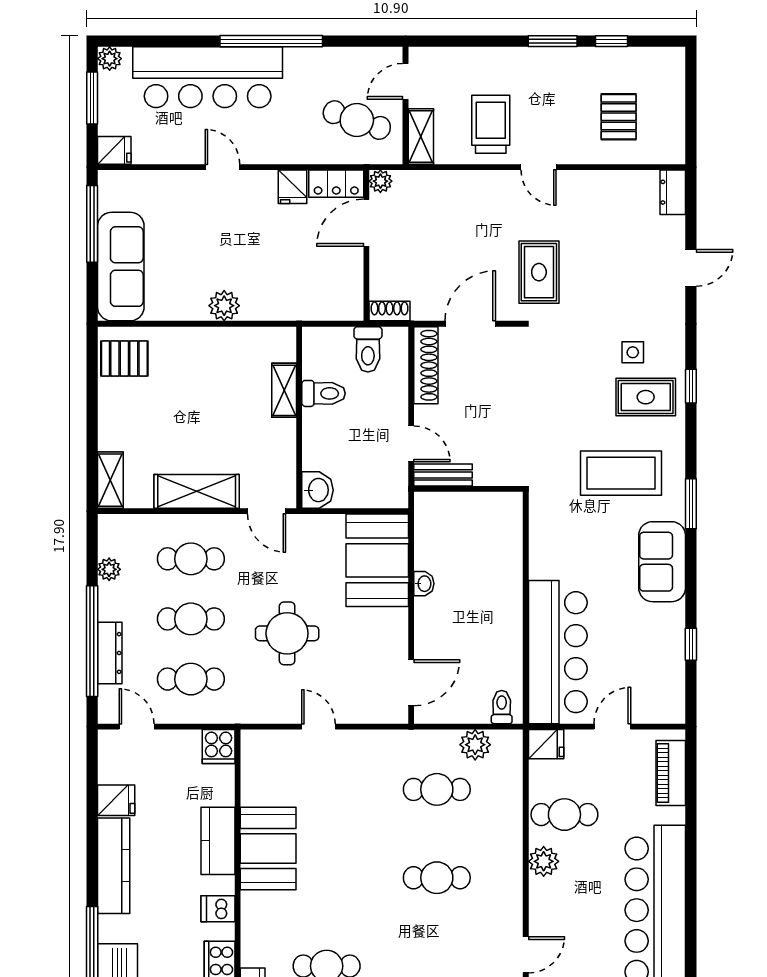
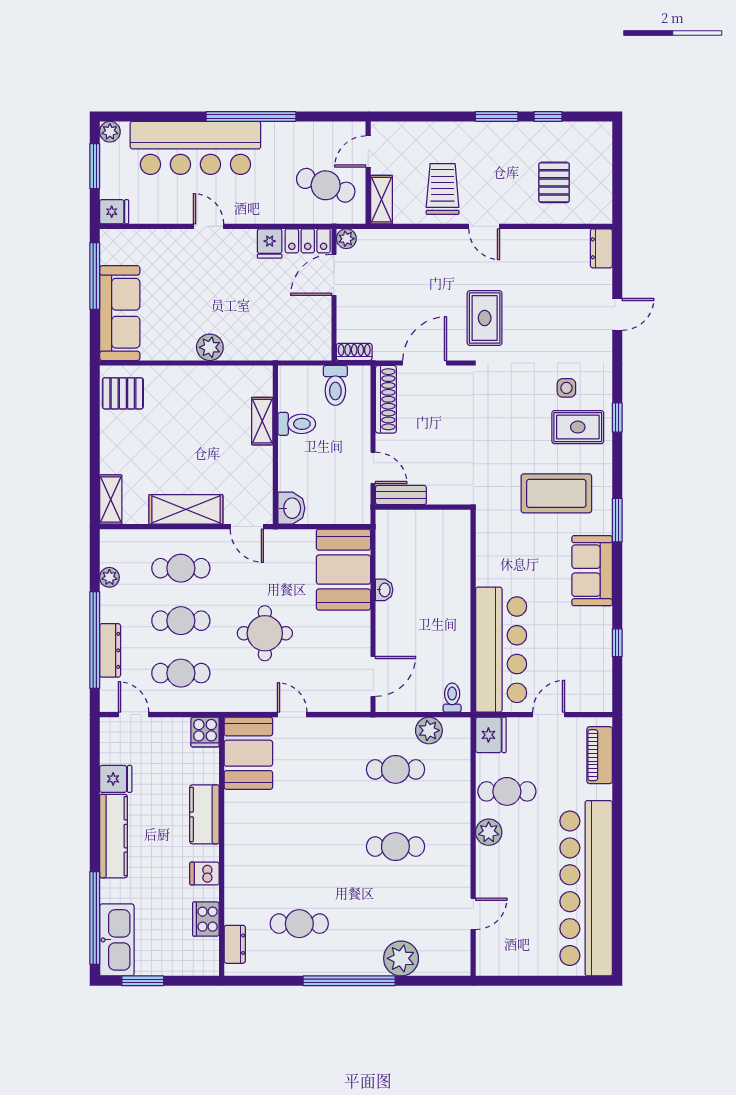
fridge: (546, 744) -> (491, 735), width x1.38
booth: (268, 848) -> (248, 753), moved

